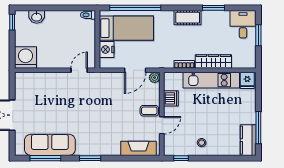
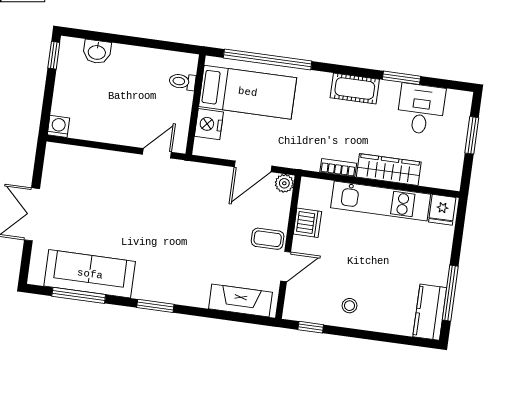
toilet: (88, 15) -> (182, 82), moved
desk: (243, 24) -> (421, 109), moved
washing machine: (26, 58) -> (58, 126), width x0.53, depth x0.53

